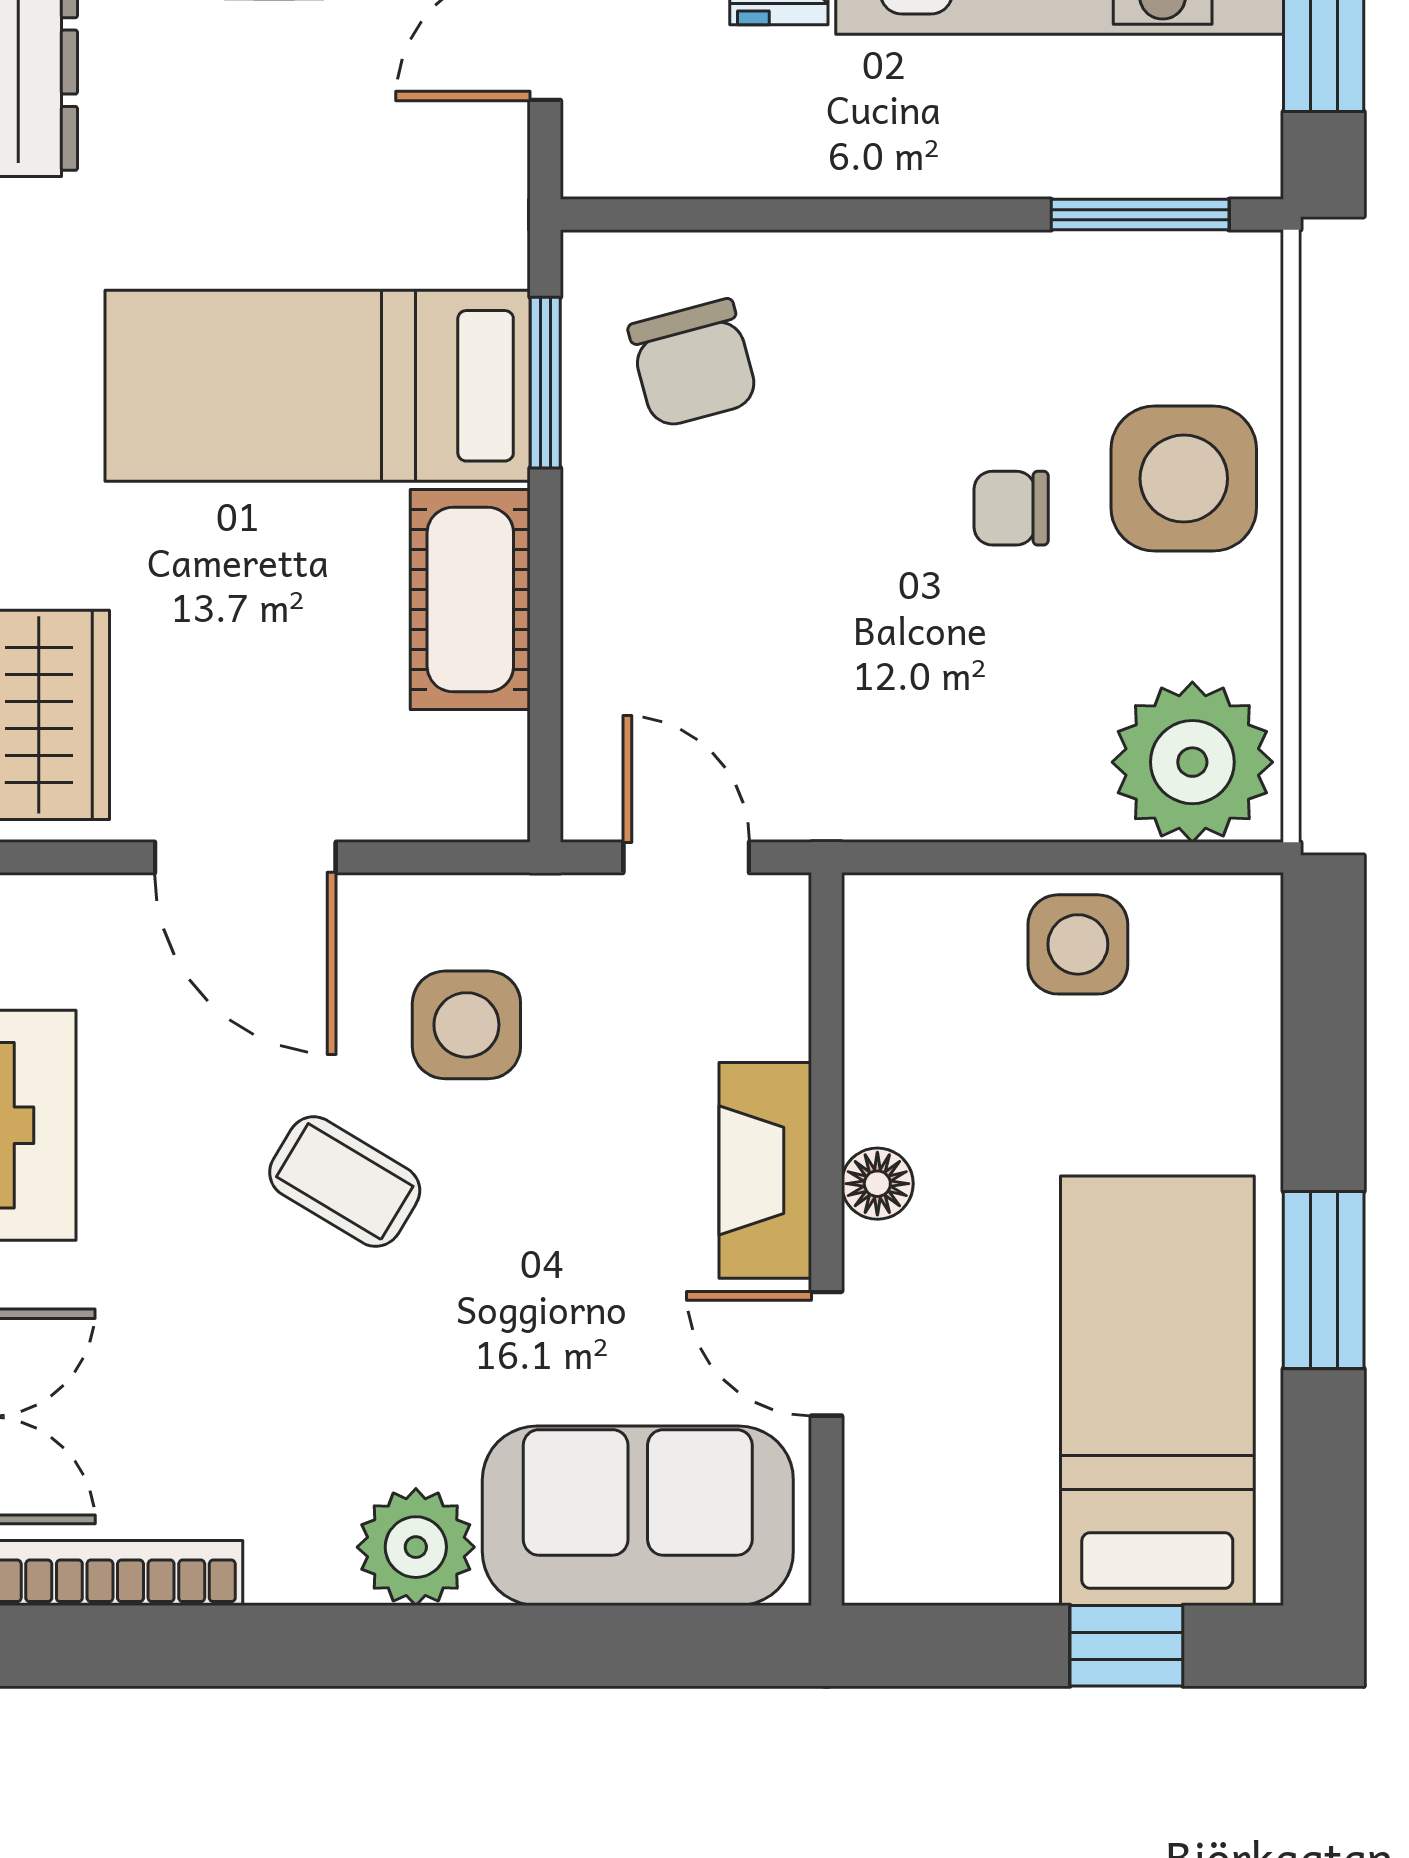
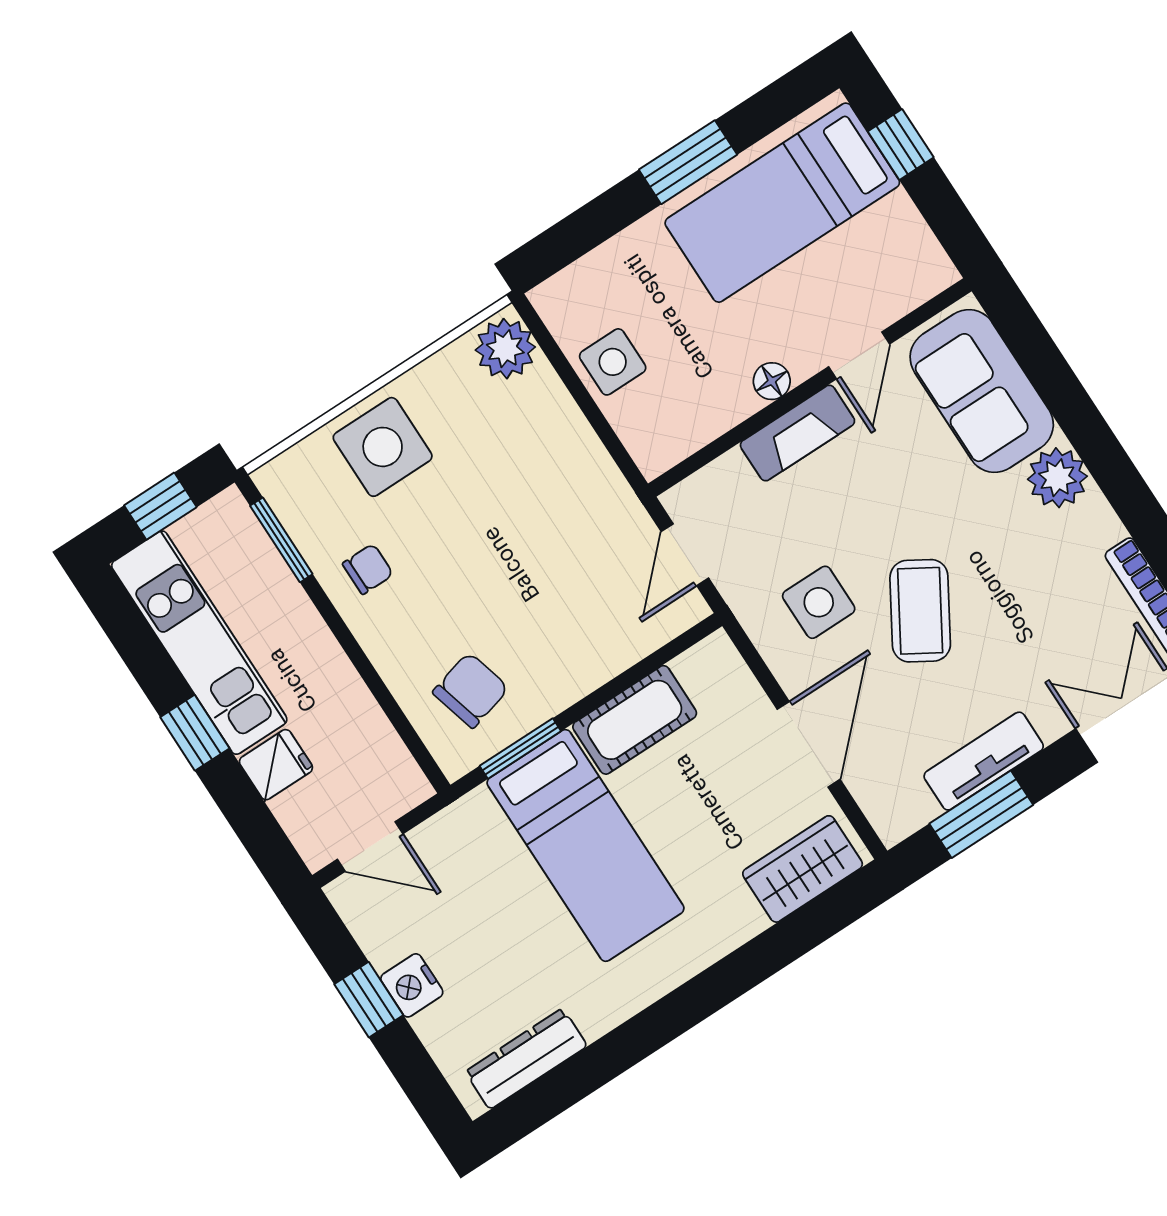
chair: (1011, 508) -> (368, 569), moved, turned -90
plant: (1192, 762) -> (505, 349), width x0.73, depth x0.73
coffee table: (345, 1182) -> (920, 611), width x1.36, depth x1.30

